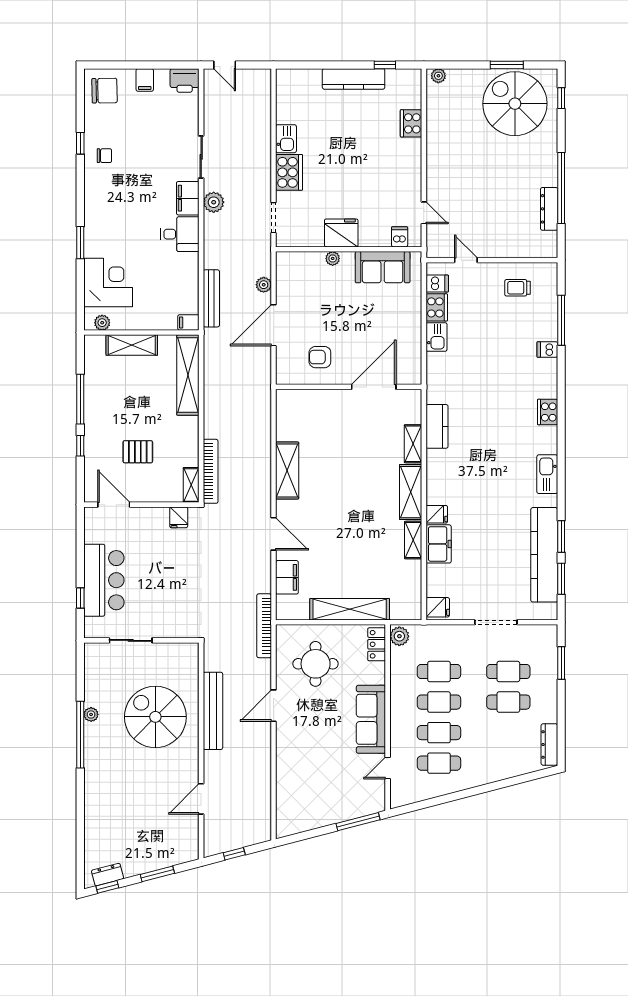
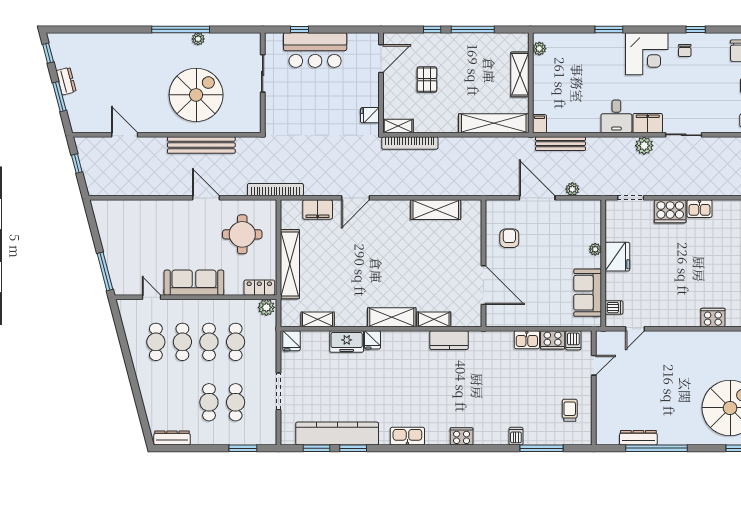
corner desk: (108, 282) -> (647, 54), moved
shelving: (287, 471) -> (436, 210), moved
shelving: (413, 540) -> (318, 319), moved
dresser: (108, 875) -> (66, 81), moved

